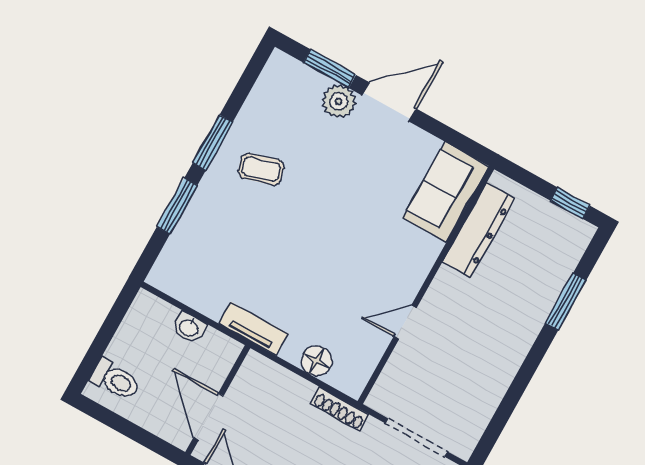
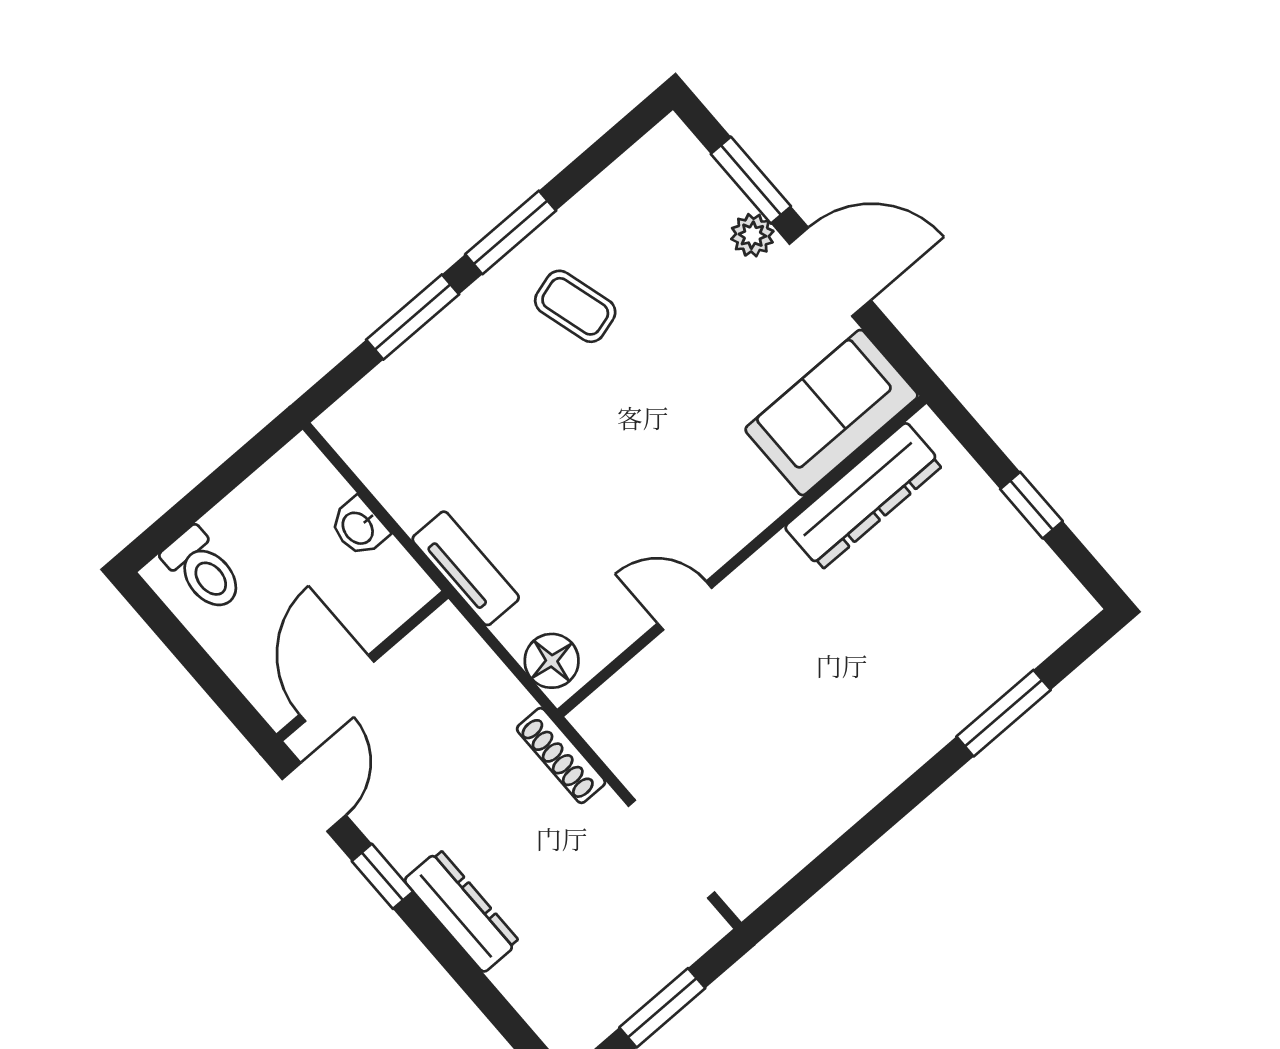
plant: (339, 101) -> (752, 235), width x0.73, depth x0.73
sofa: (446, 192) -> (832, 413), moved
window: (570, 203) -> (1031, 505), moved
dresser: (479, 230) -> (864, 496), moved
wall: (426, 285) -> (742, 556), moved
door: (405, 322) -> (685, 606), moved

